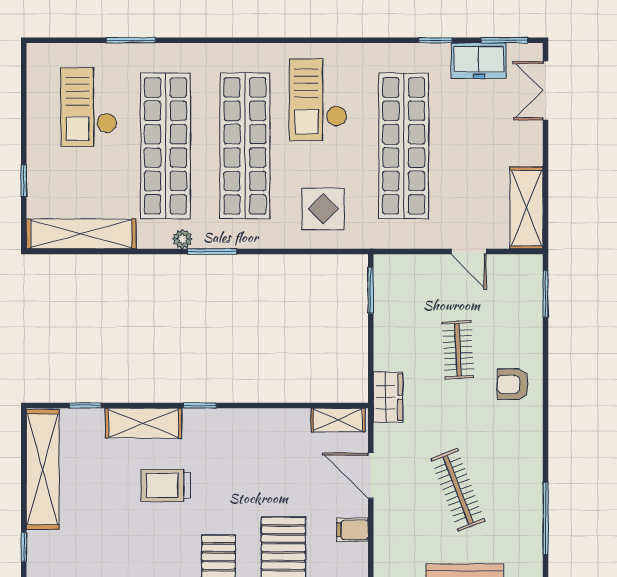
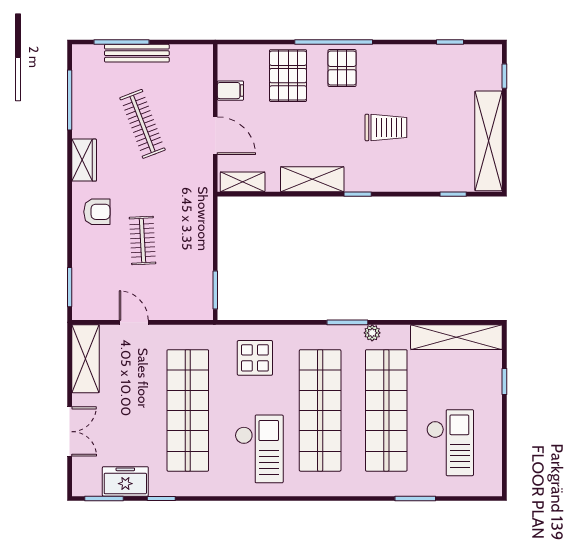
double door: (545, 91) -> (70, 432), moved
wardrobe: (388, 397) -> (84, 160), moved, turned 180
shelving: (143, 423) -> (312, 179), moved

